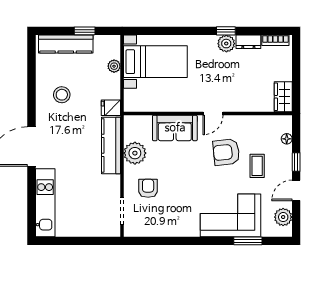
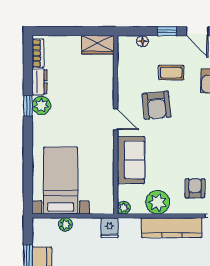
plant: (130, 121) -> (124, 208), added
kitchen counter: (111, 145) -> (172, 228), moved
armchair: (148, 188) -> (195, 188), turned 90

